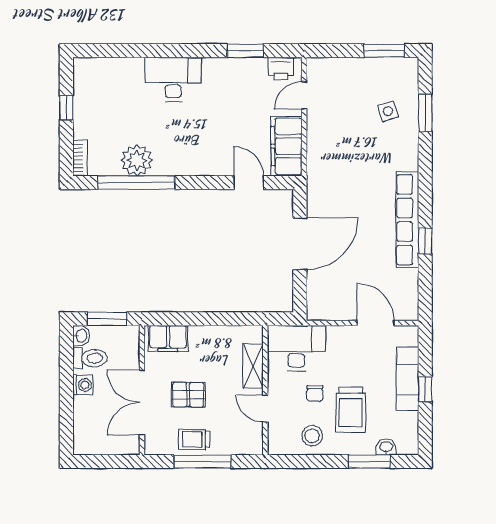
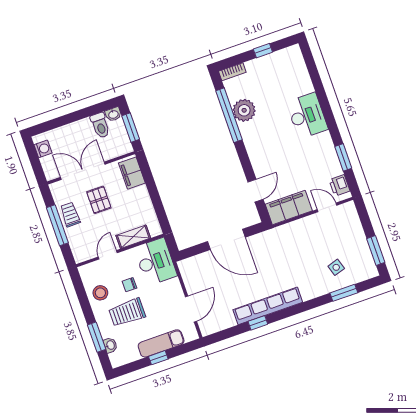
washing machine: (83, 385) -> (43, 149), moved, turned -90

